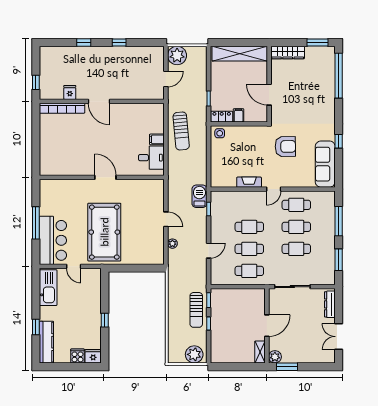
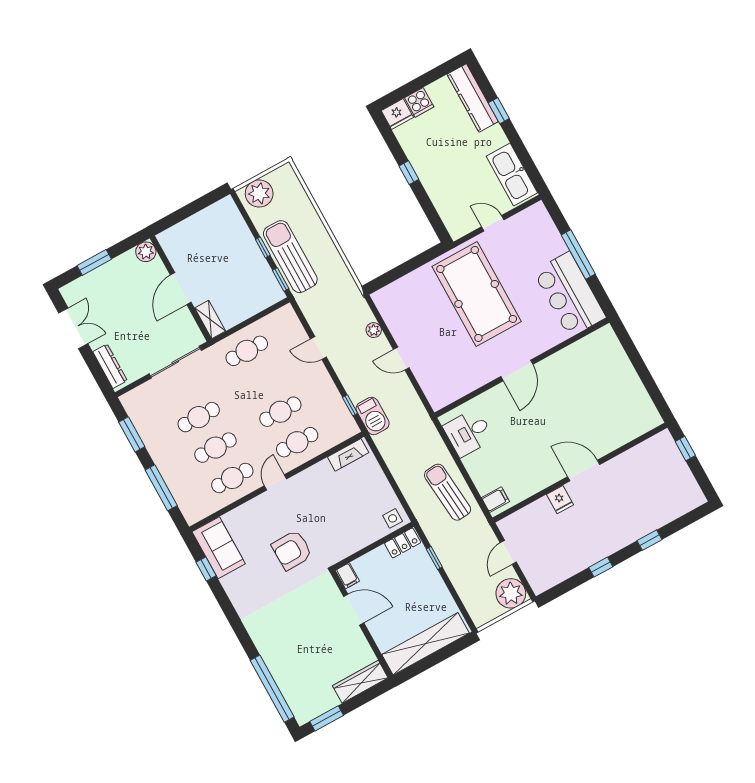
fridge: (70, 92) -> (560, 500), moved
bookcase: (62, 108) -> (629, 433), removed
filing cabinet: (239, 115) -> (347, 576), moved
filing cabinet: (157, 139) -> (495, 500), moved
window: (339, 141) -> (206, 569), moved
sofa: (325, 164) -> (219, 548), width x0.73
door: (105, 177) -> (517, 370), hinge flipped
fireplace: (249, 182) -> (348, 455), moved
bar counter: (53, 240) -> (570, 294), moved
cafe table: (249, 249) -> (297, 442), moved
door: (209, 251) -> (318, 348), hinge flipped
sun lounger: (196, 310) -> (290, 257), width x1.36, depth x1.34
shelving: (260, 352) -> (210, 320), moved
window: (287, 367) -> (94, 262), moved

